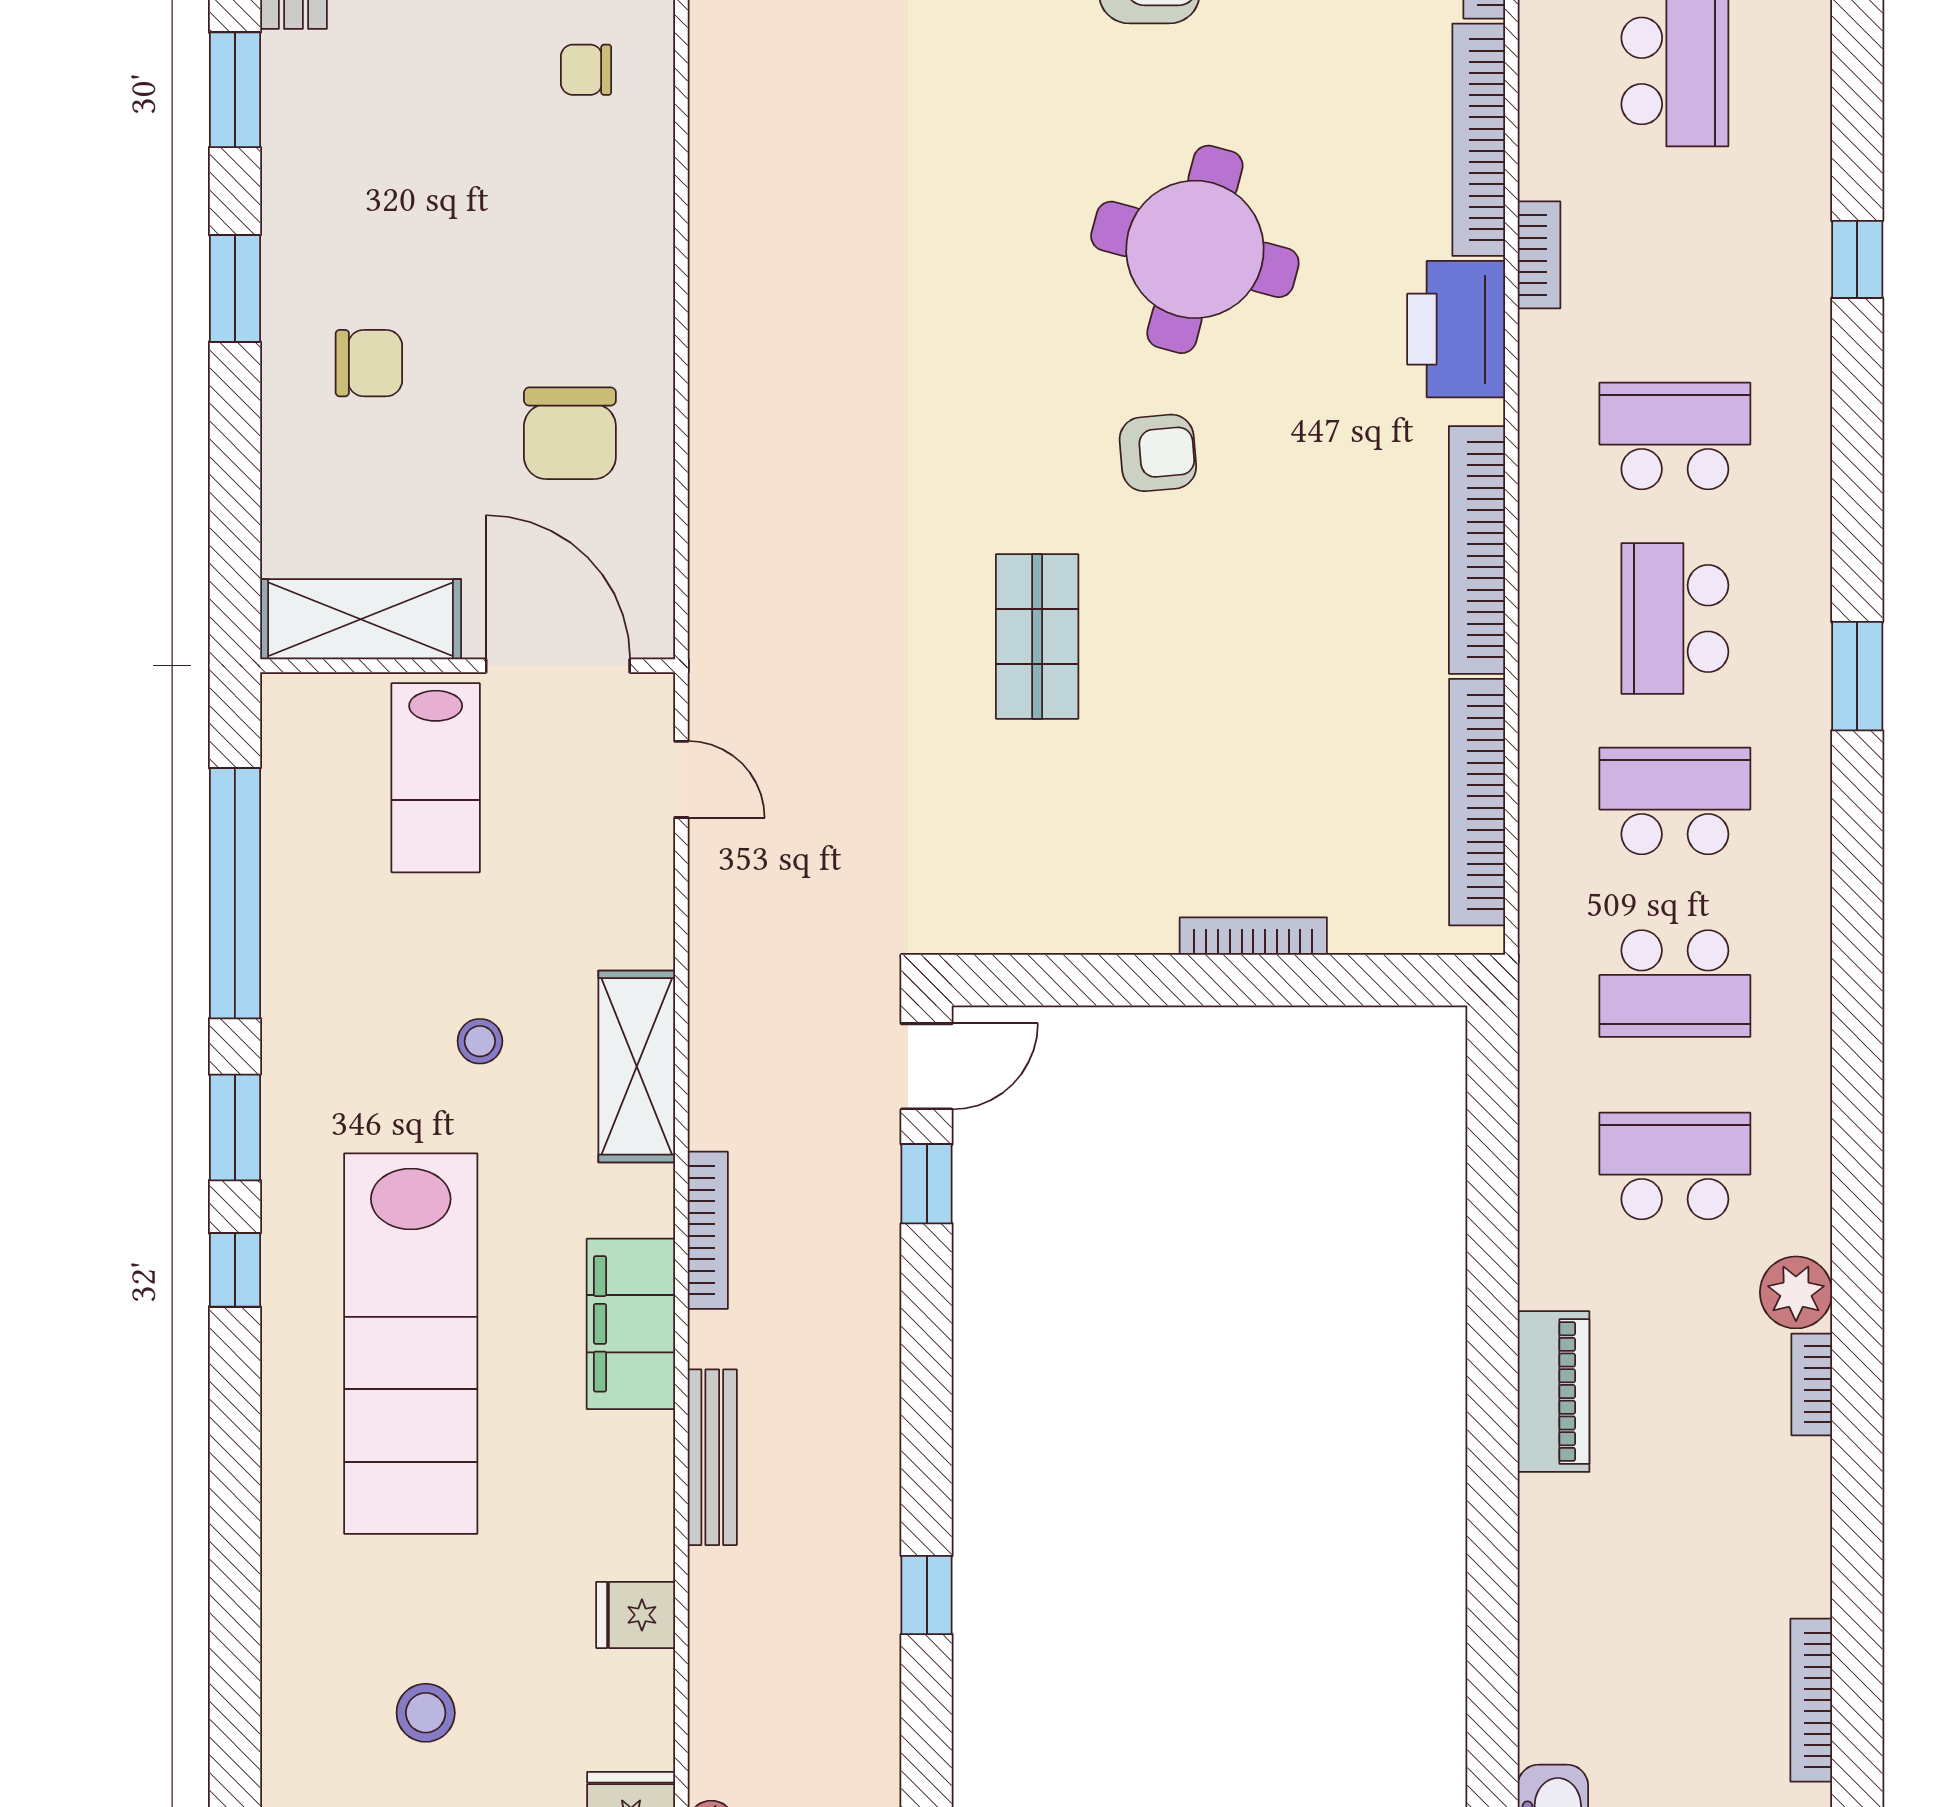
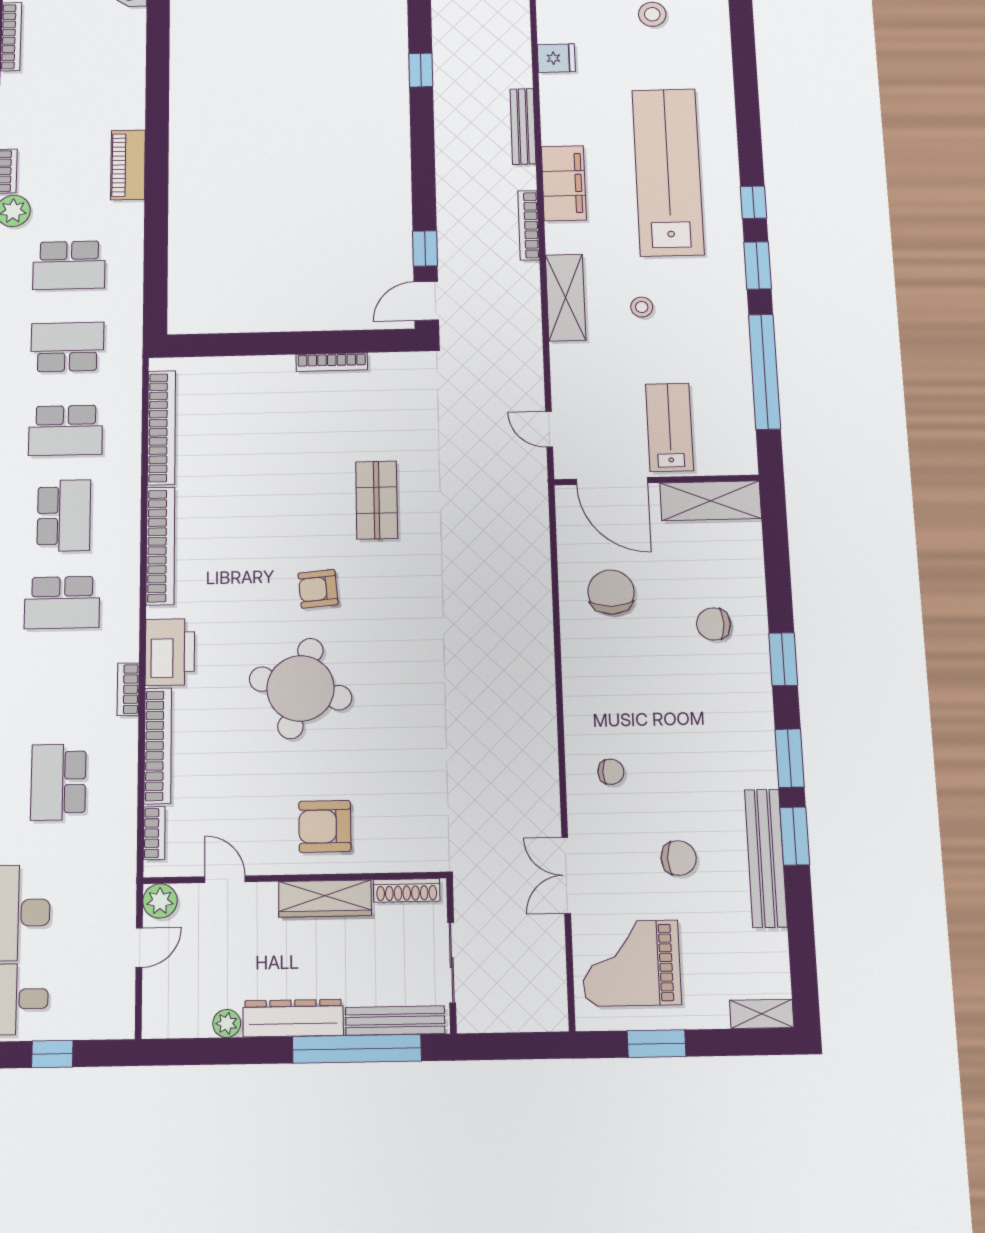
bookcase: (1253, 936) -> (332, 362), moved

